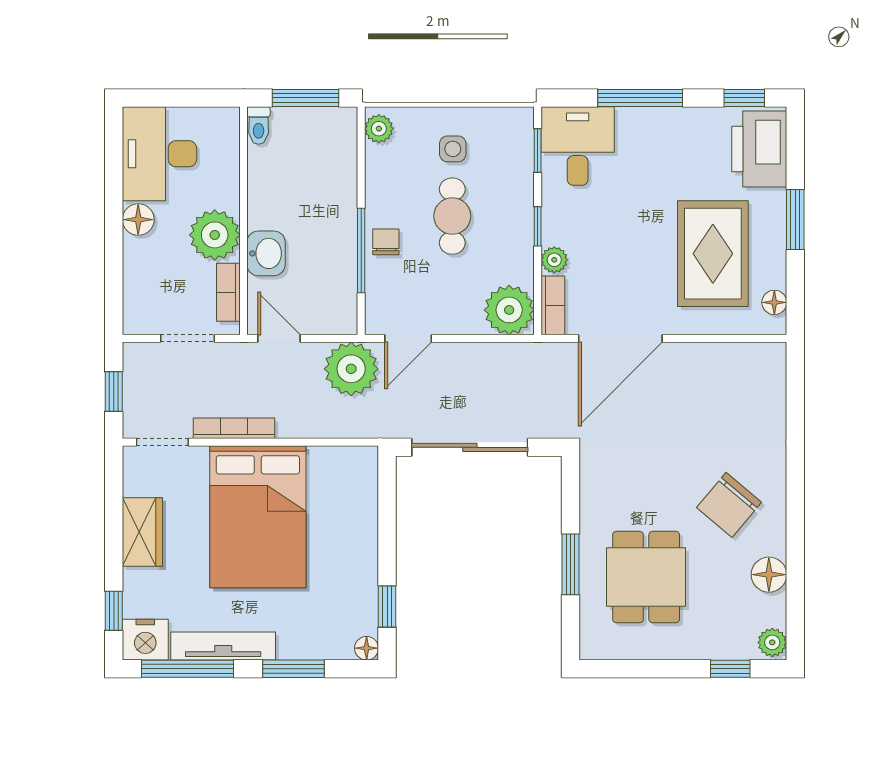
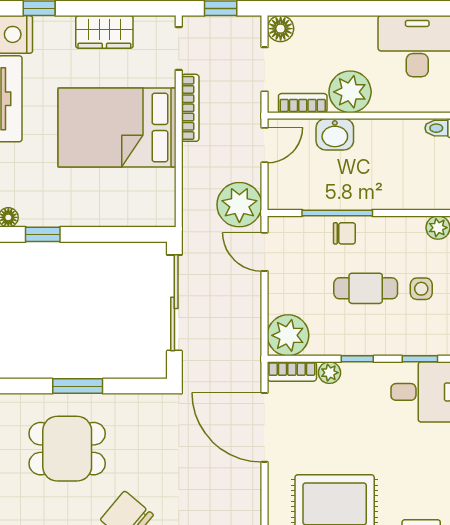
floor lamp: (138, 220) -> (281, 29), moved

